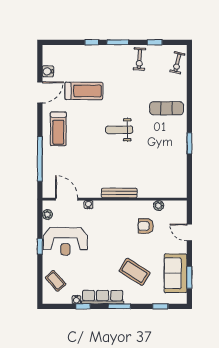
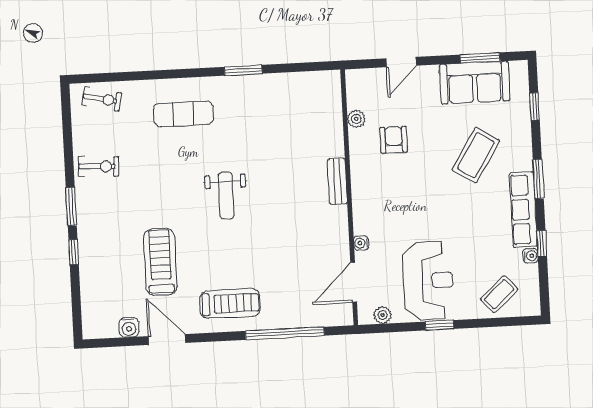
window: (155, 42) -> (68, 141), removed
exercise mat: (167, 108) -> (183, 114), turned 90
bench: (119, 193) -> (337, 181), width x0.73
armchair: (146, 226) -> (394, 140), turned 180

